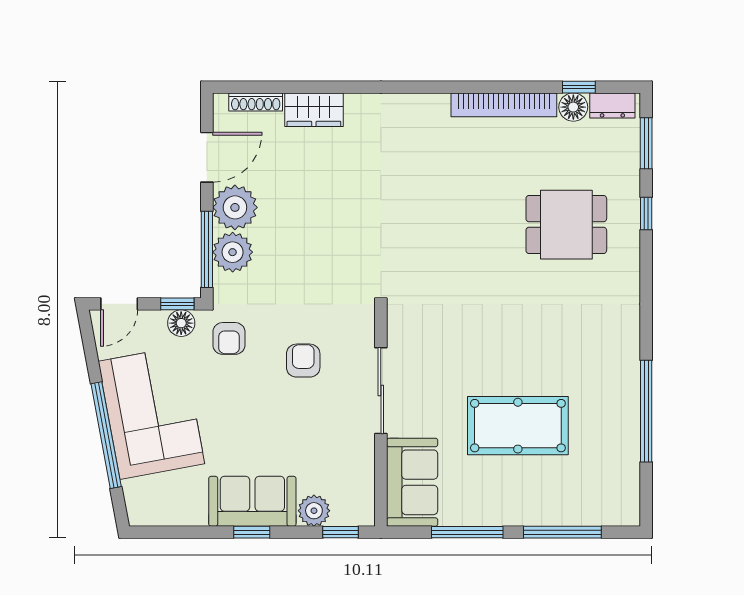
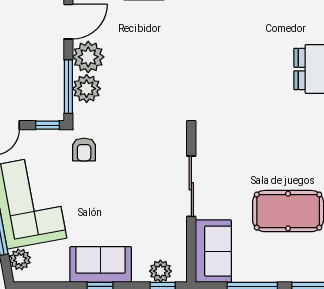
floor lamp: (181, 323) -> (50, 139), removed
armchair: (303, 361) -> (136, 165), removed
plant: (138, 494) -> (20, 259), added
plant: (314, 511) -> (160, 271), moved

